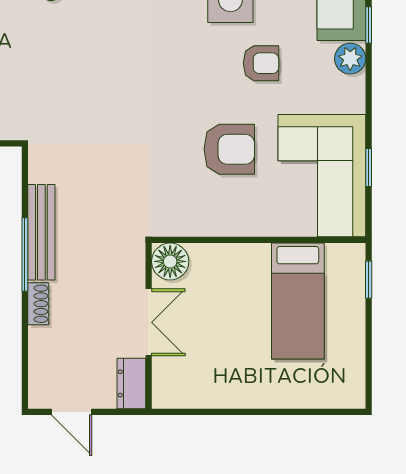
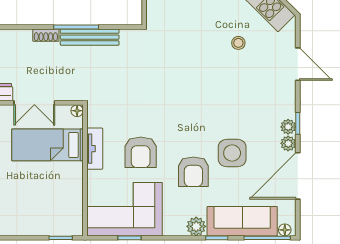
armchair: (261, 63) -> (193, 172), width x1.38, depth x1.38
tv unit: (223, 224) -> (95, 149), added
floor lamp: (170, 261) -> (77, 111), width x0.53, depth x0.53
bed: (298, 301) -> (47, 145), moved

